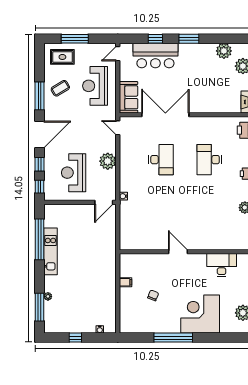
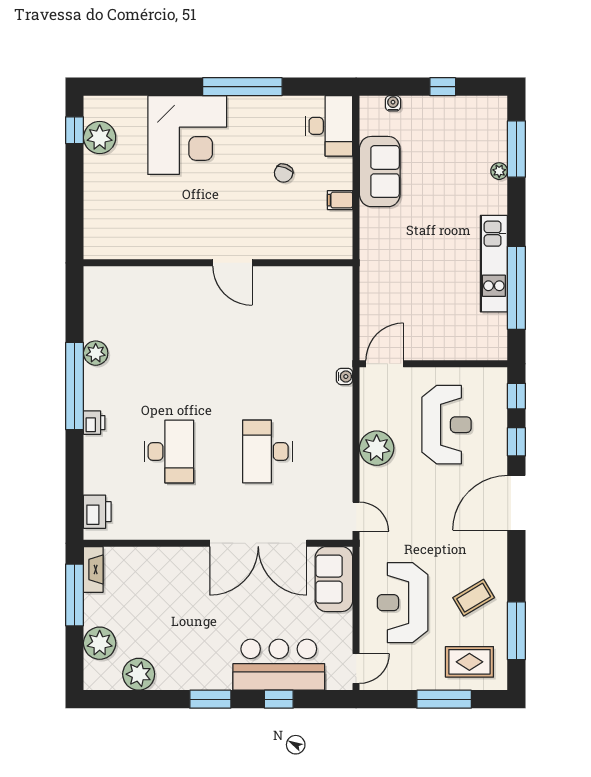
reception desk: (95, 86) -> (403, 603), turned 180
window: (39, 96) -> (516, 631), moved
desk: (222, 265) -> (329, 126), moved, turned -90
sofa: (106, 296) -> (380, 172), added

